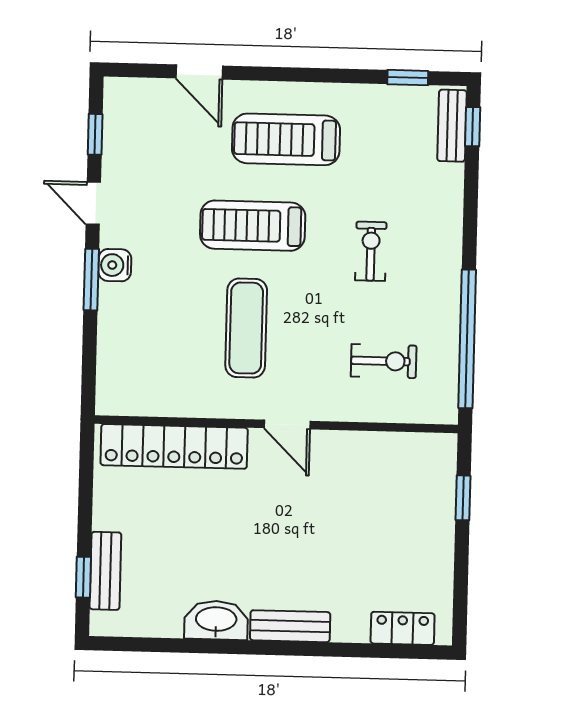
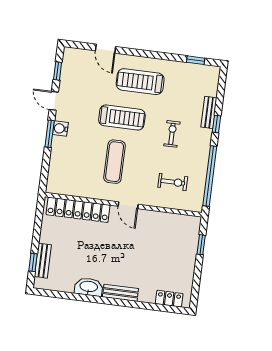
bench: (452, 126) -> (209, 112), moved
window: (473, 127) -> (217, 124), moved
treadmill: (253, 226) -> (122, 117), turned 180

